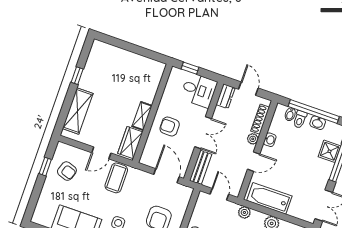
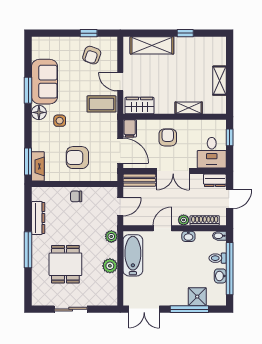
shelving: (133, 59) -> (219, 81), added
bidet: (290, 114) -> (219, 236), moved
shelving: (142, 116) -> (189, 108), moved
filing cabinet: (149, 159) -> (130, 128), added
door: (254, 162) -> (162, 228), swing flipped
door: (166, 176) -> (120, 151), hinge flipped

